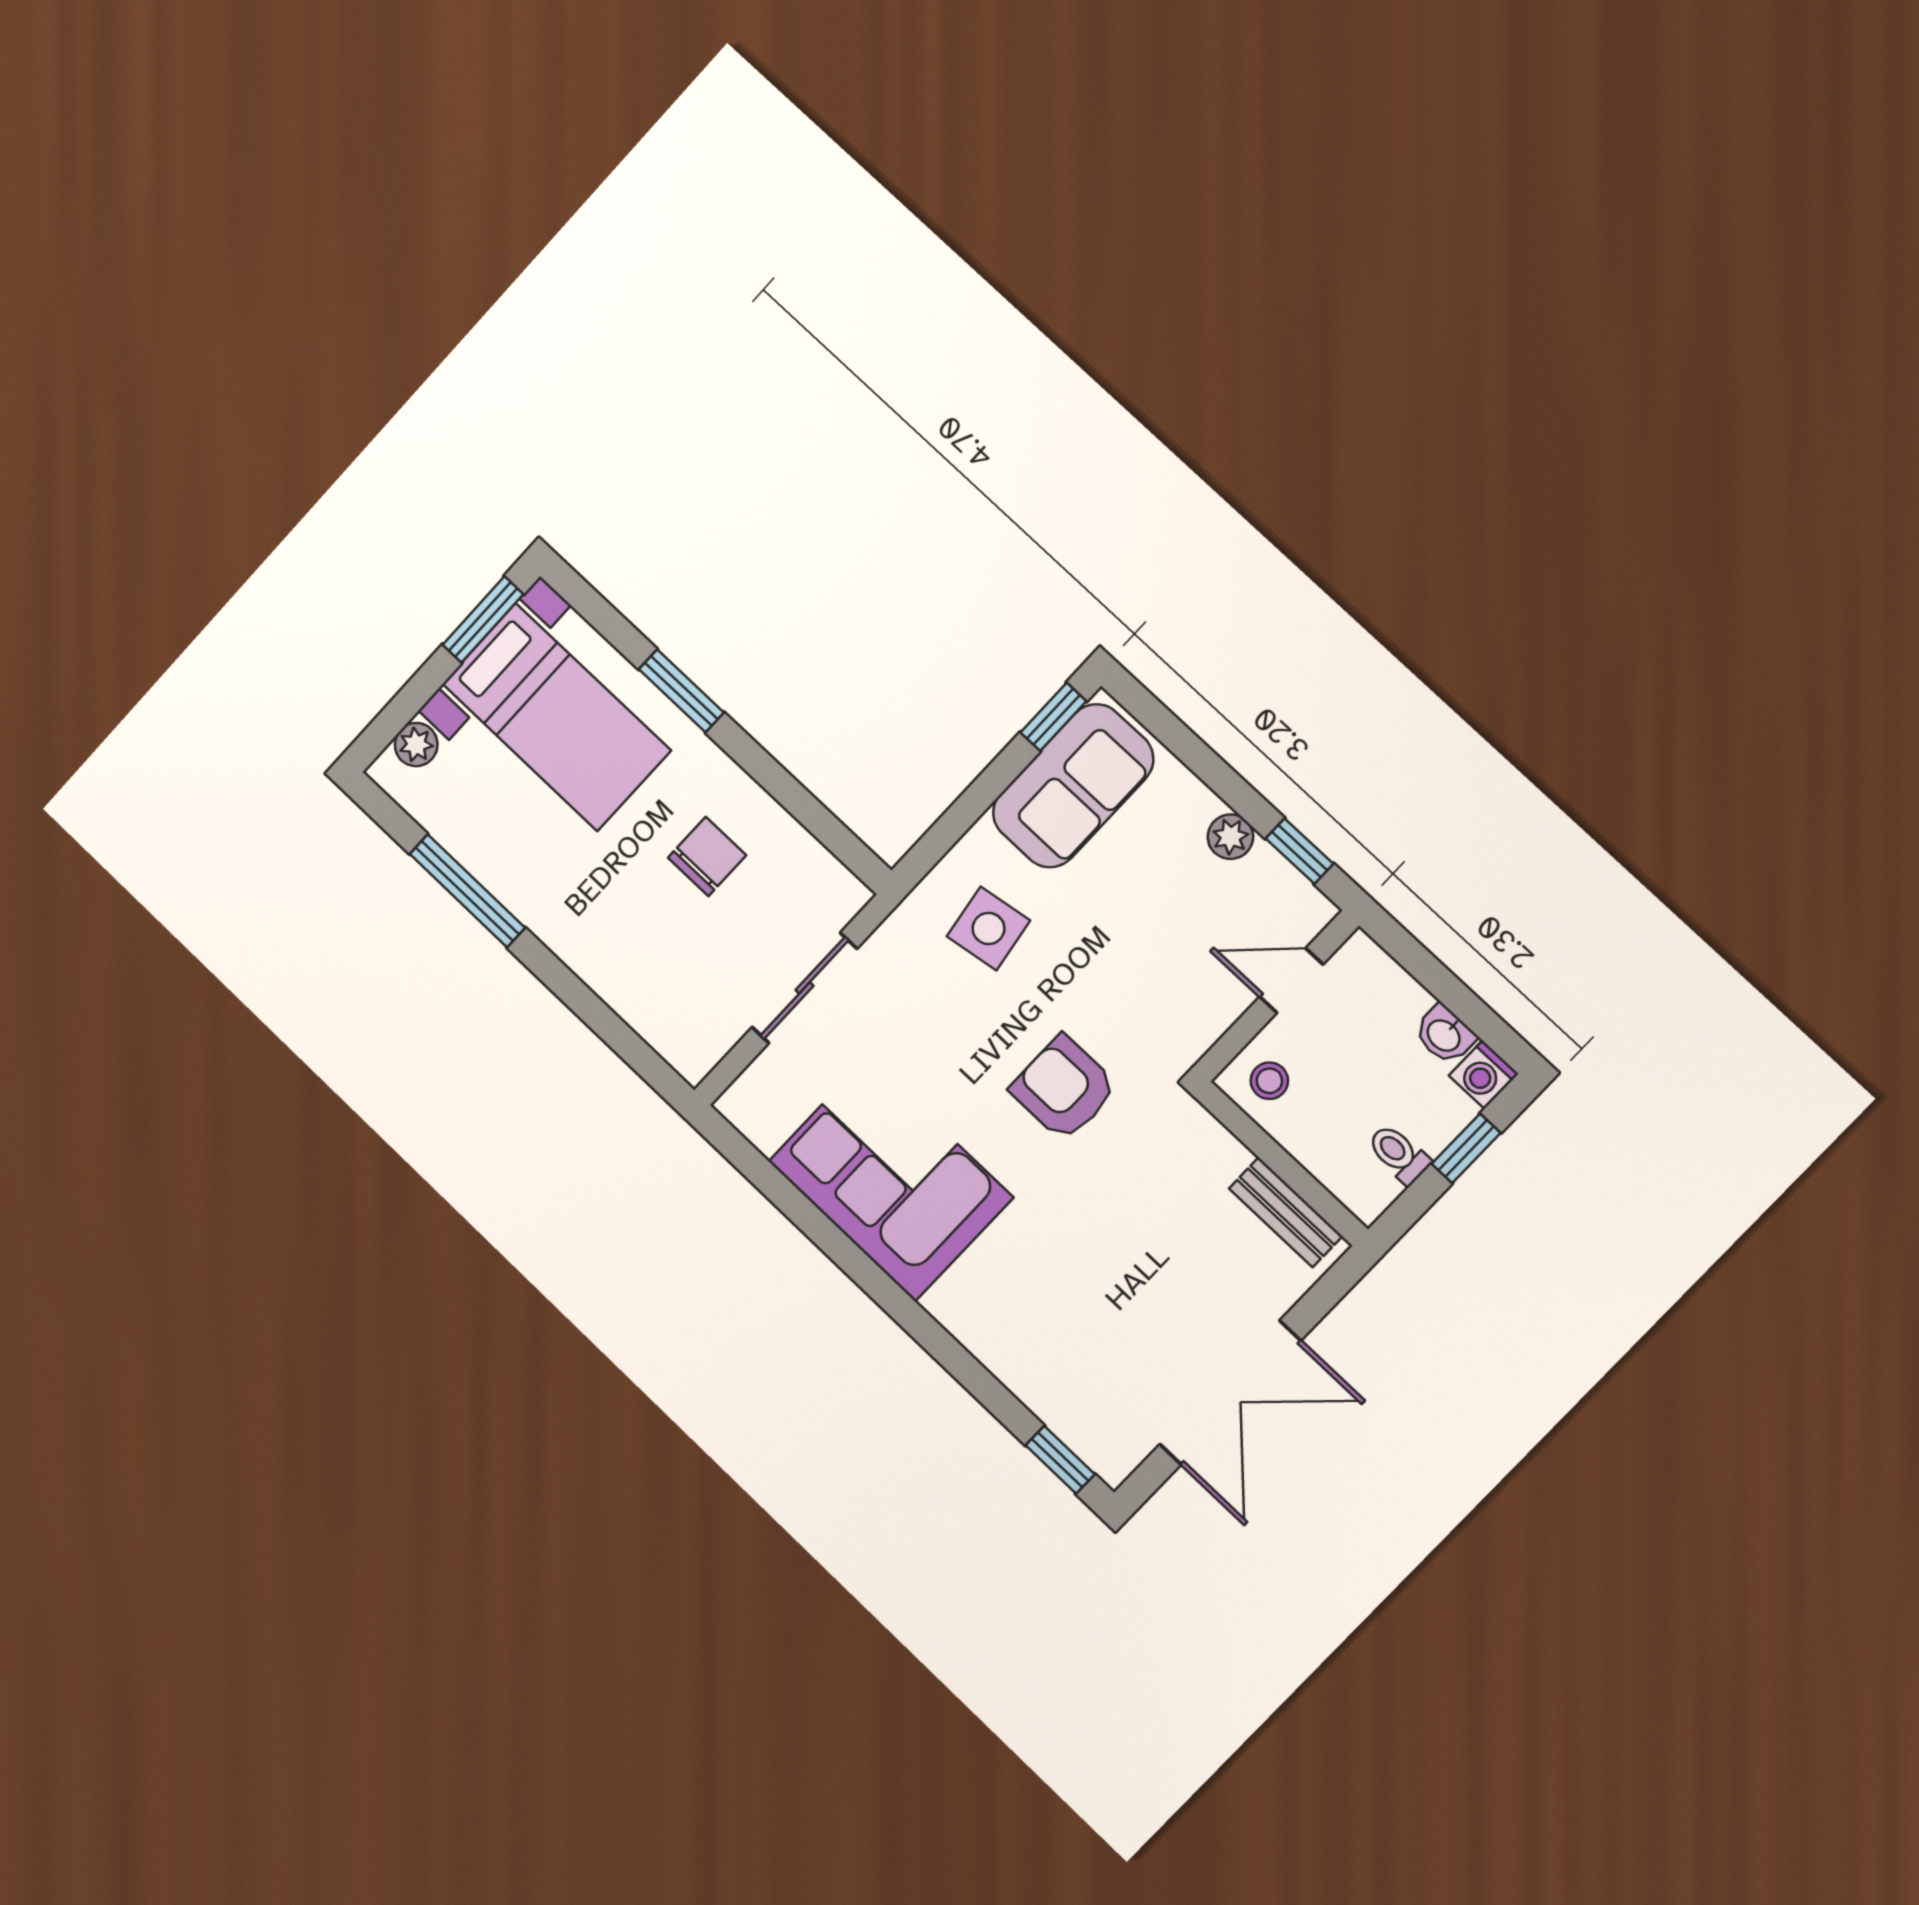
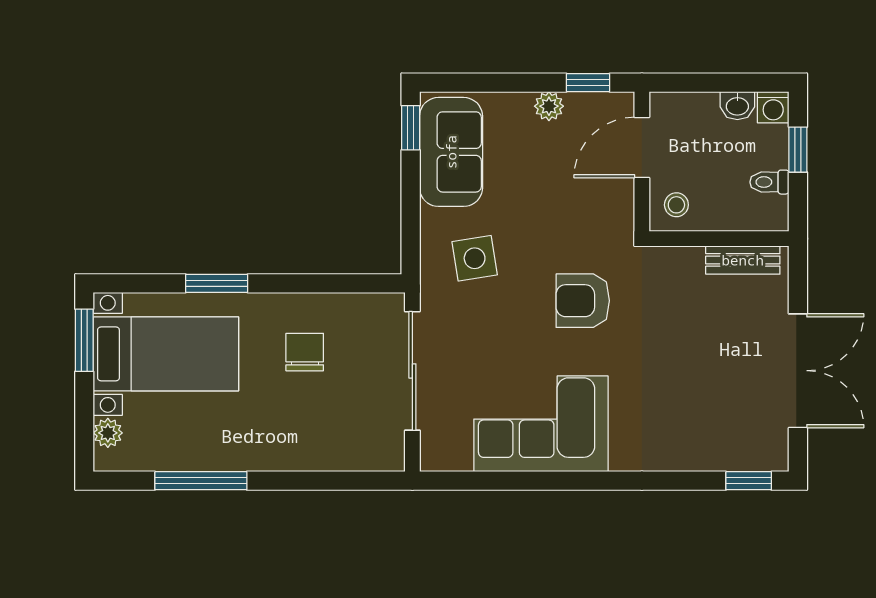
door: (1291, 980) -> (642, 148), width x1.38
sliding door: (804, 988) -> (412, 371), width x1.37

